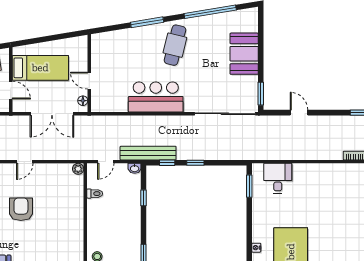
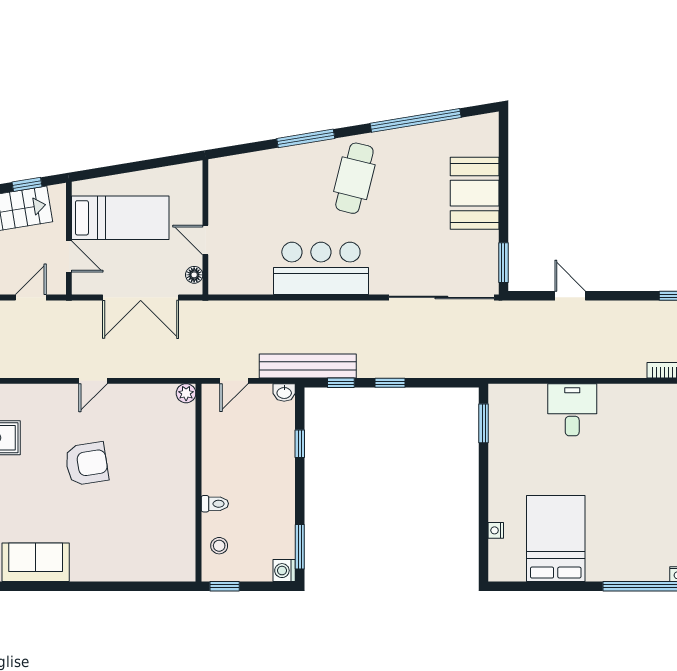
desk: (278, 178) -> (572, 410), moved
toilet: (95, 194) -> (215, 504), moved
armchair: (21, 209) -> (87, 464), turned 81

